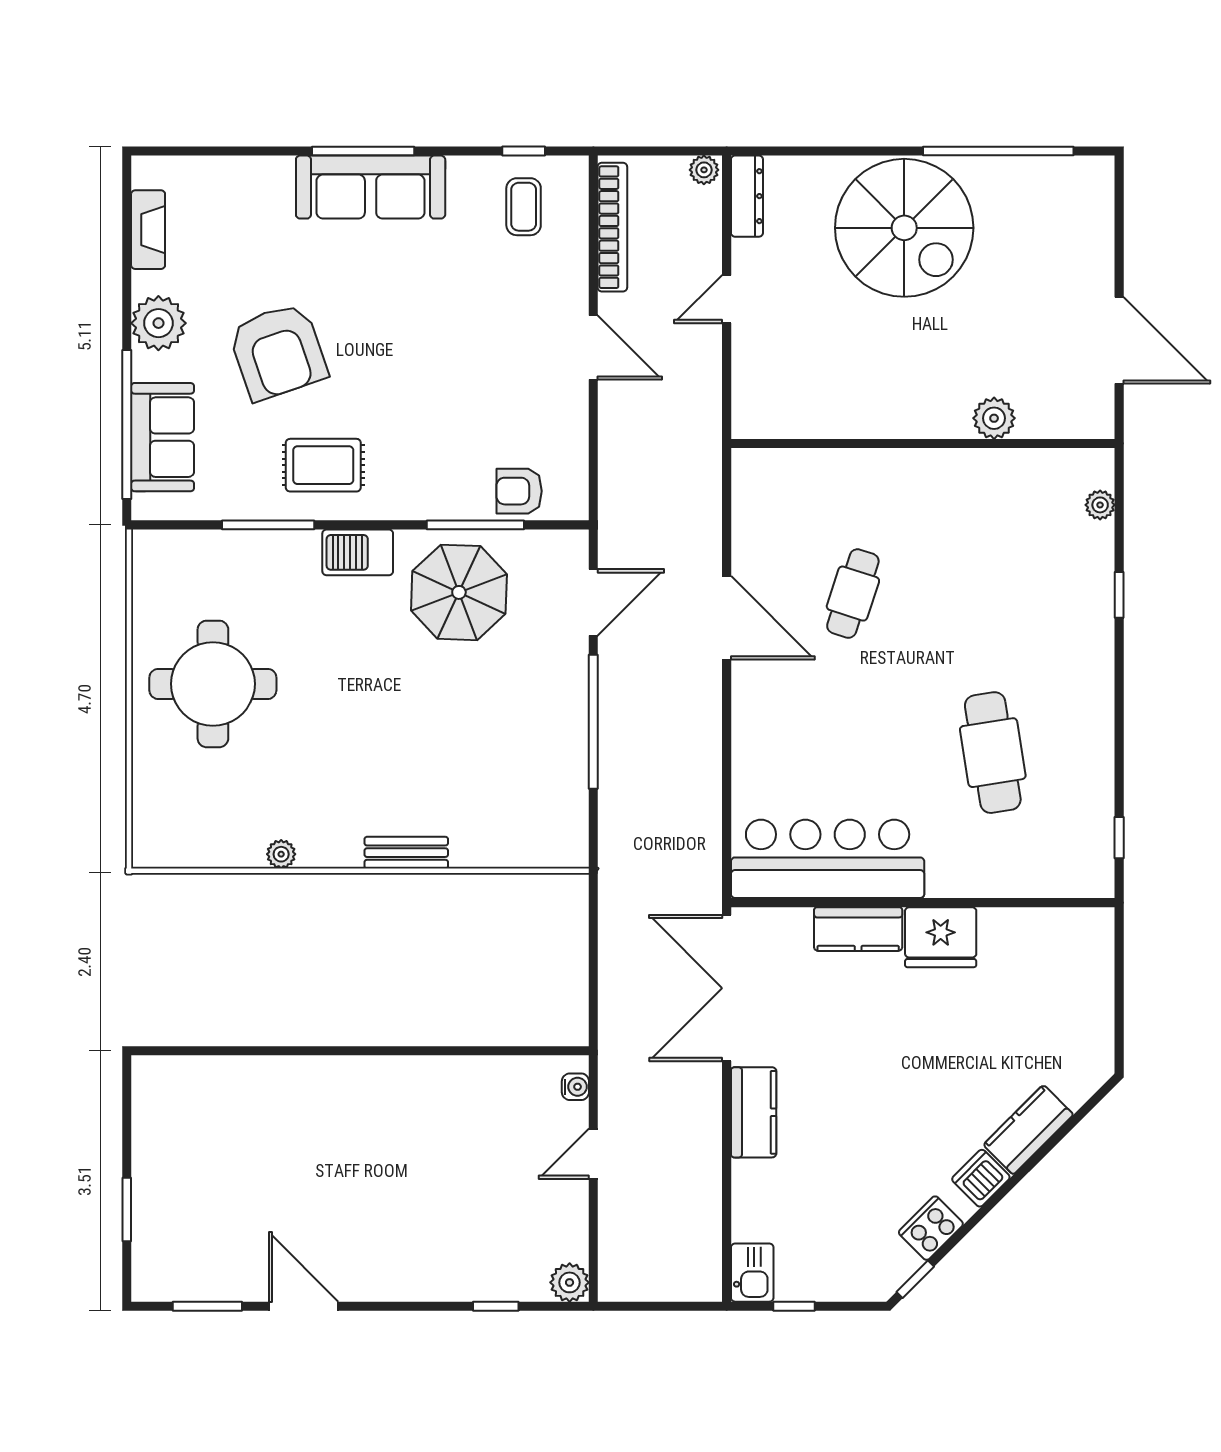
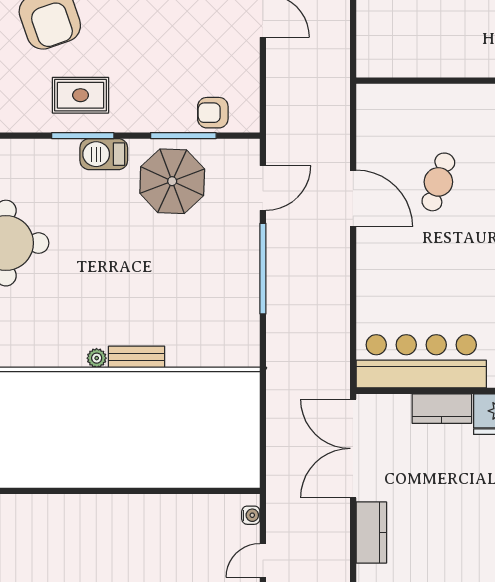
window: (268, 525) -> (83, 136), moved
plant: (281, 854) -> (97, 358), moved

